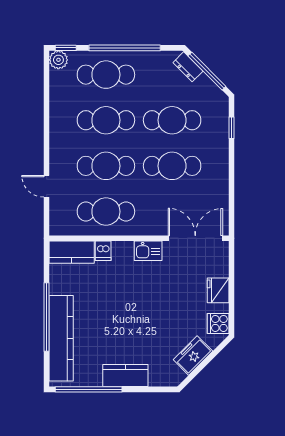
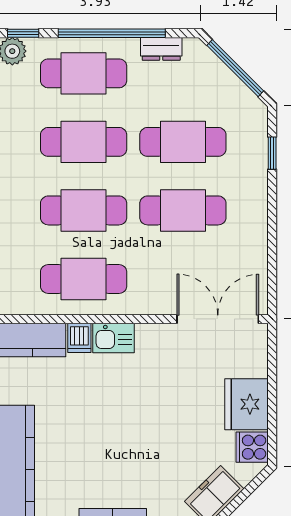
dresser: (188, 67) -> (161, 49), moved, turned -45
kitchen sink: (148, 251) -> (114, 338), moved
fridge: (218, 290) -> (246, 404), width x1.36, depth x1.34

